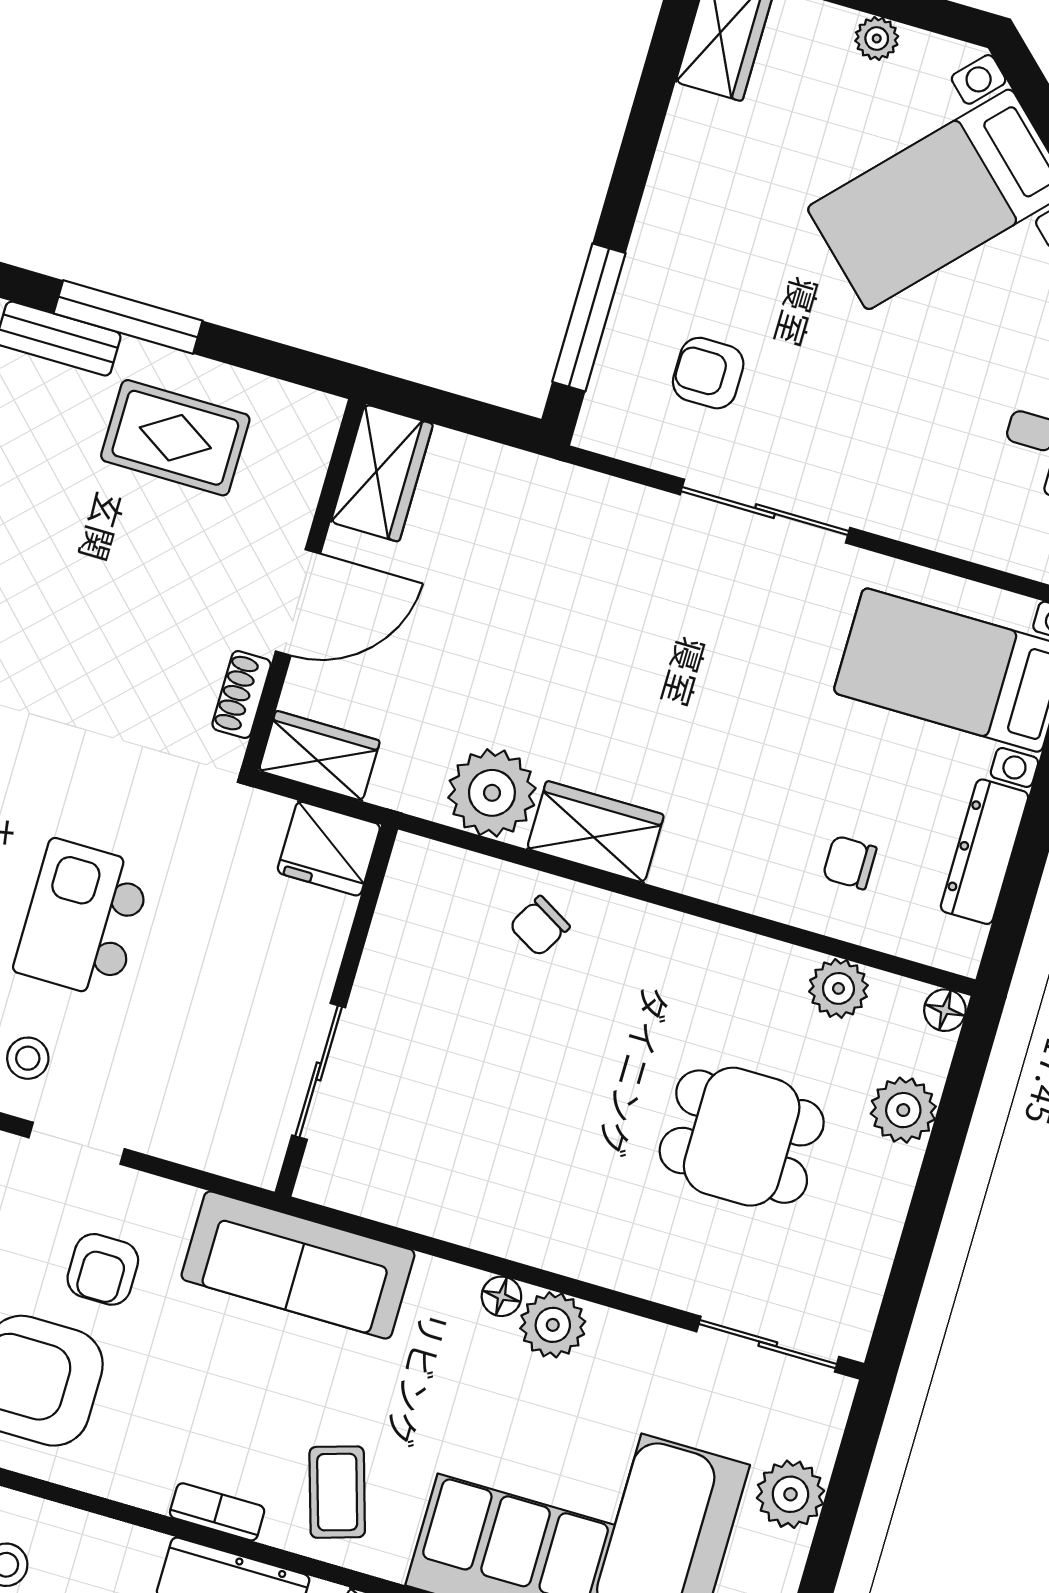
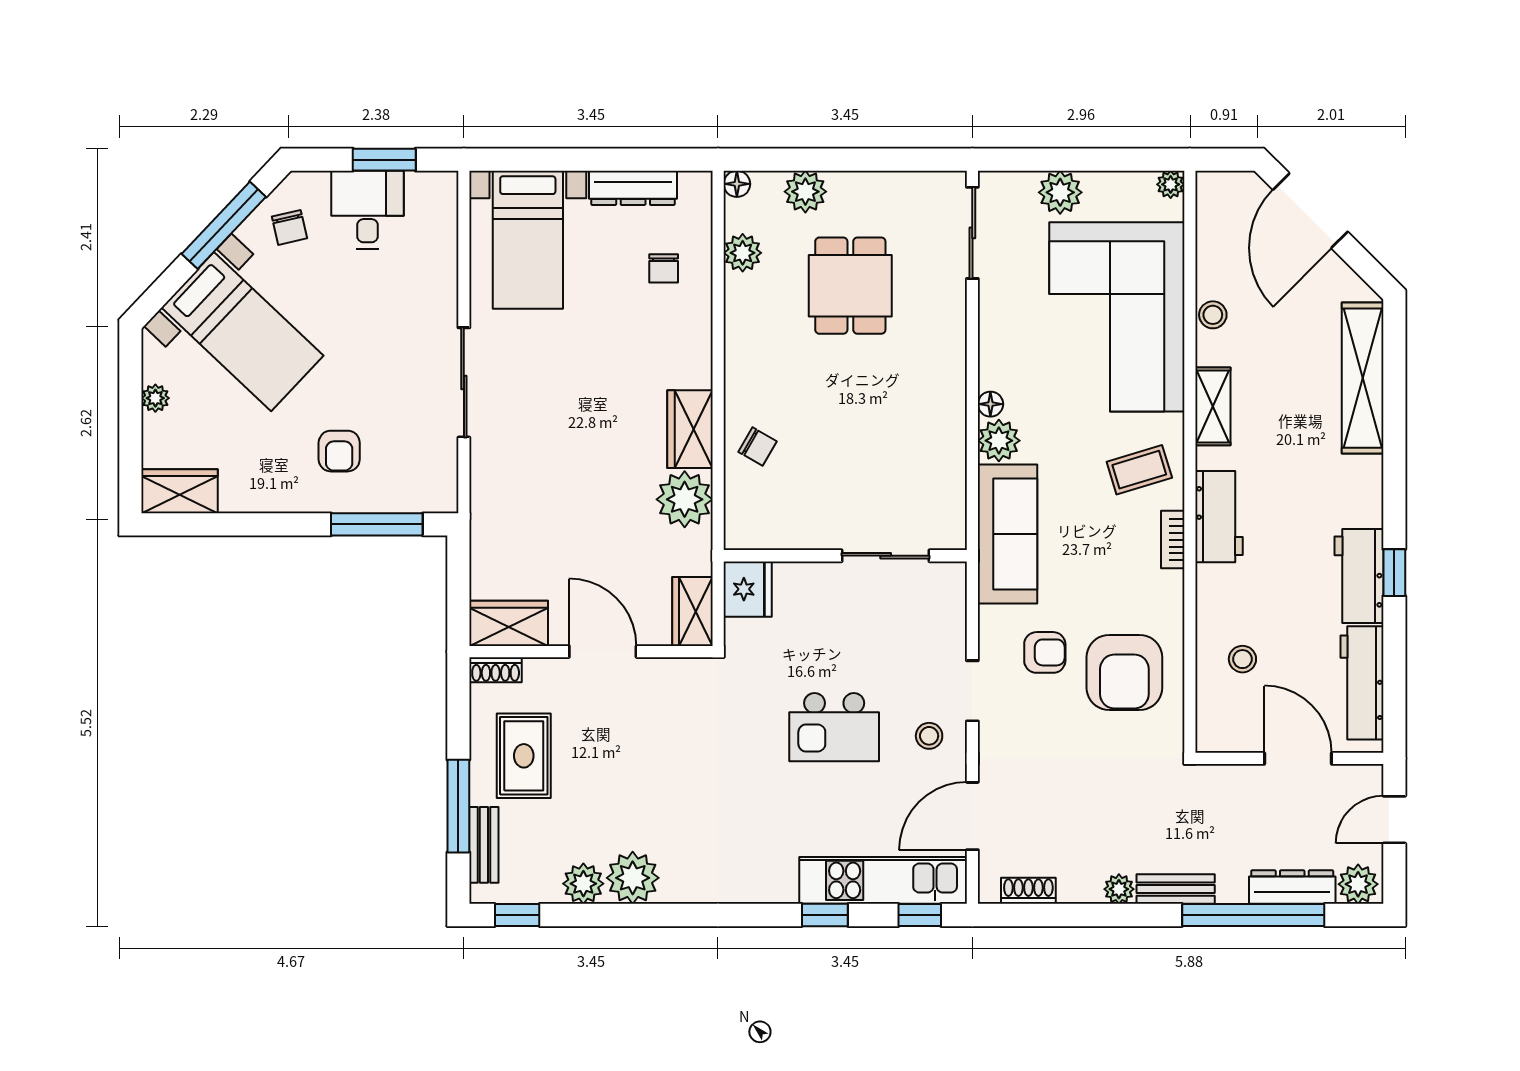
armchair: (708, 373) -> (339, 451), moved
shoe rack: (242, 695) -> (496, 670), moved
plant: (553, 1325) -> (999, 441), moved

